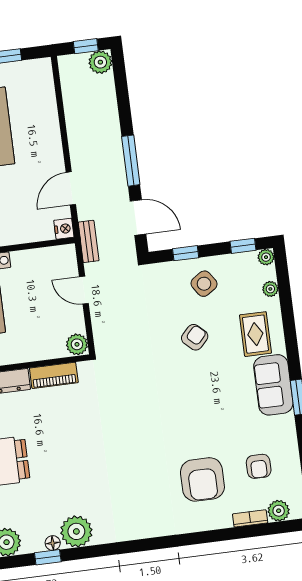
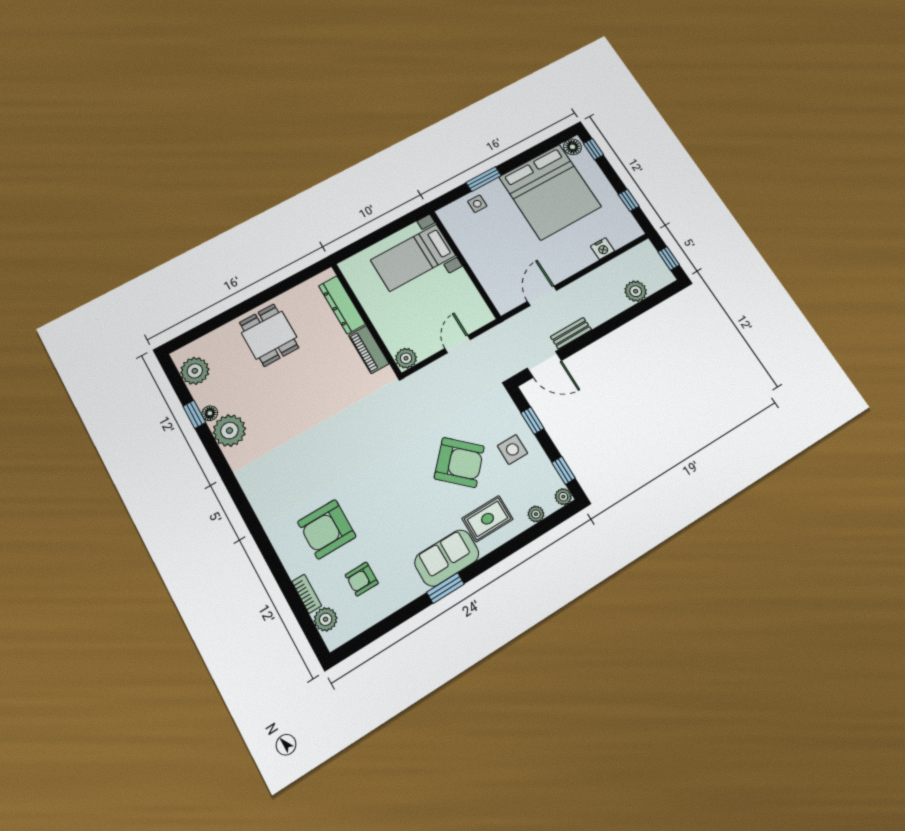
plant: (100, 62) -> (636, 291), moved
window: (131, 161) -> (591, 337), removed
door: (71, 188) -> (542, 296), hinge flipped
door: (138, 218) -> (544, 364), hinge flipped
nightstand: (64, 229) -> (602, 249), moved
bench: (89, 241) -> (571, 333), moved
side table: (204, 284) -> (512, 449), turned 34
armchair: (195, 337) -> (459, 462), width x1.88, depth x1.88

